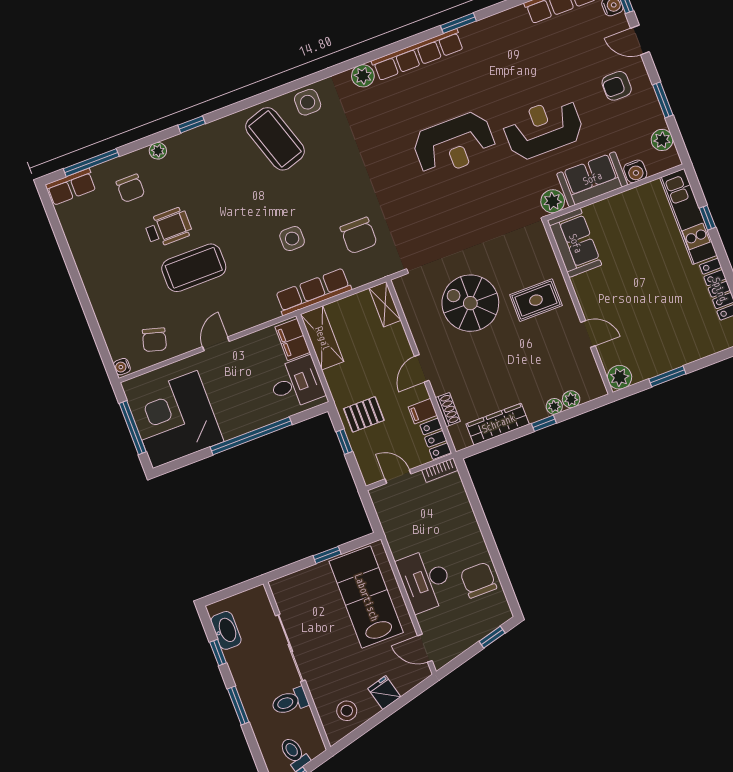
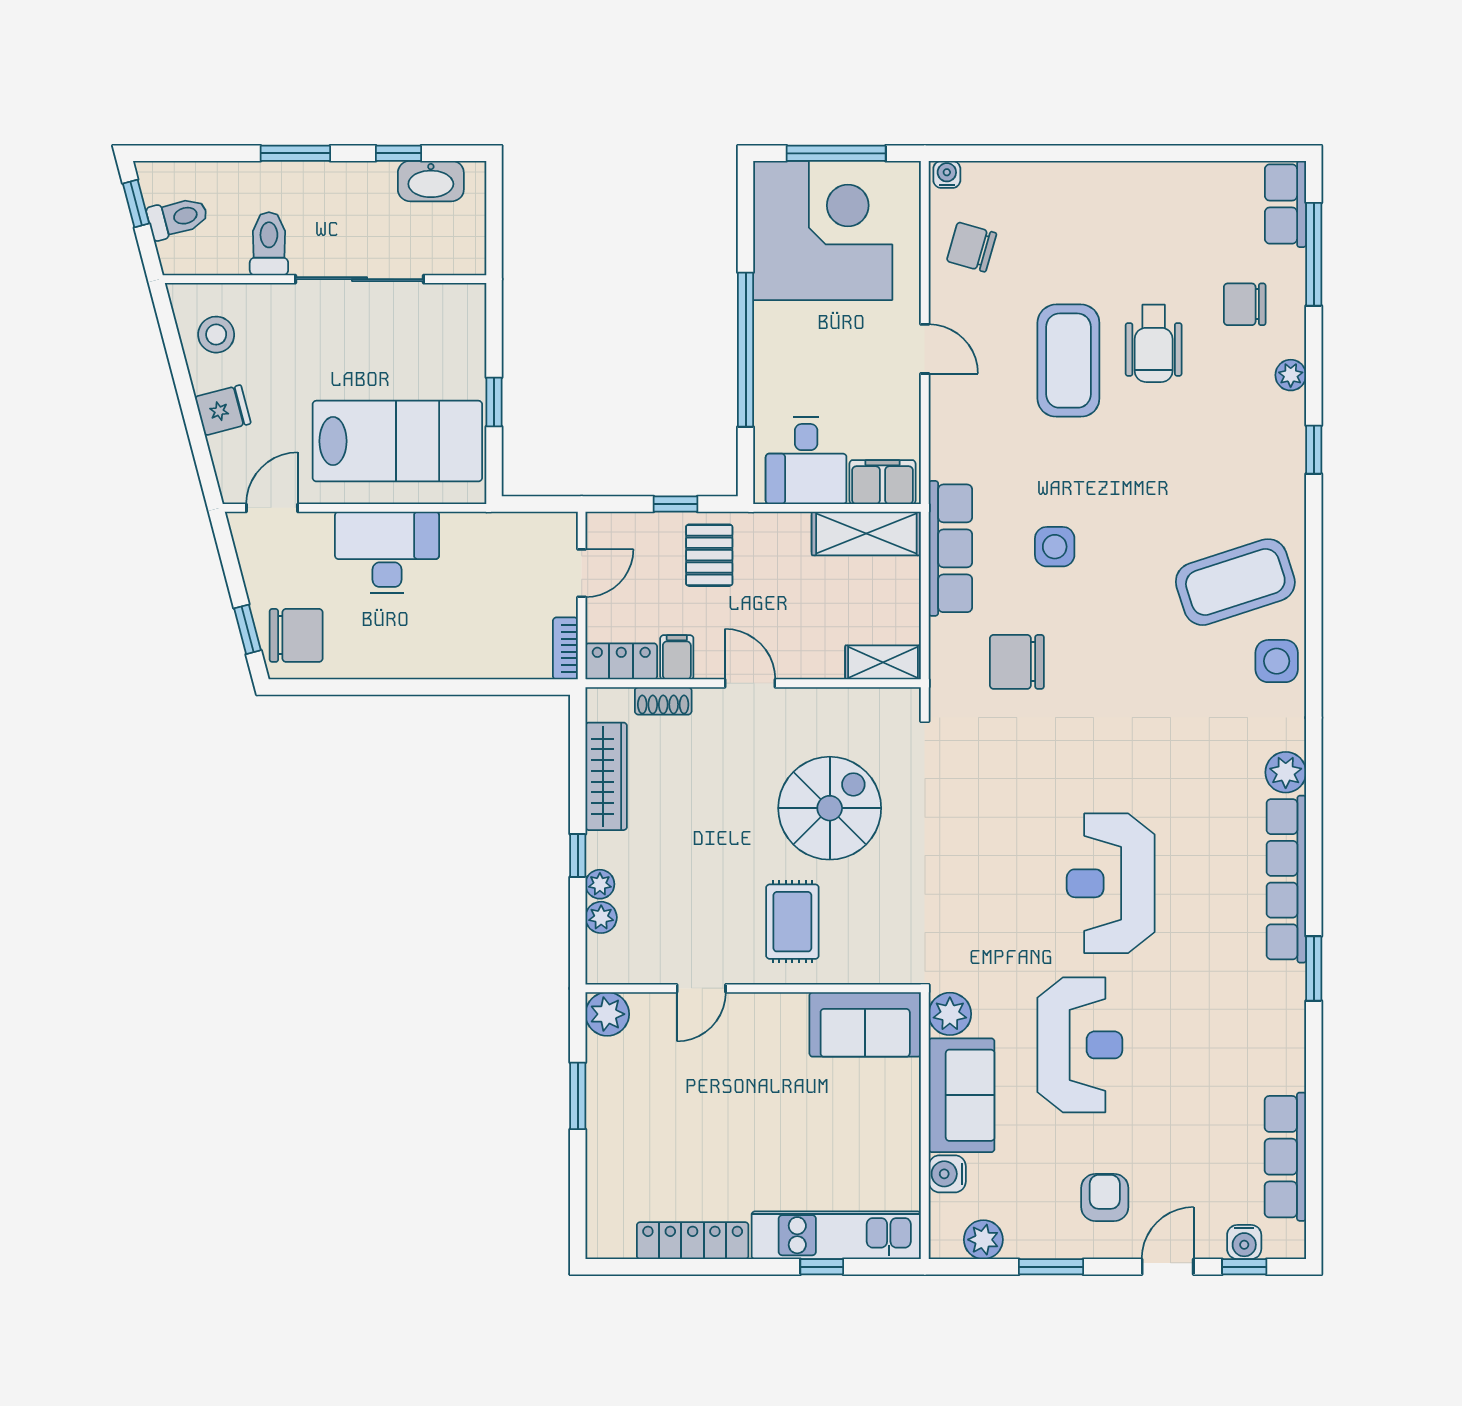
chair: (478, 580) -> (296, 635), moved

